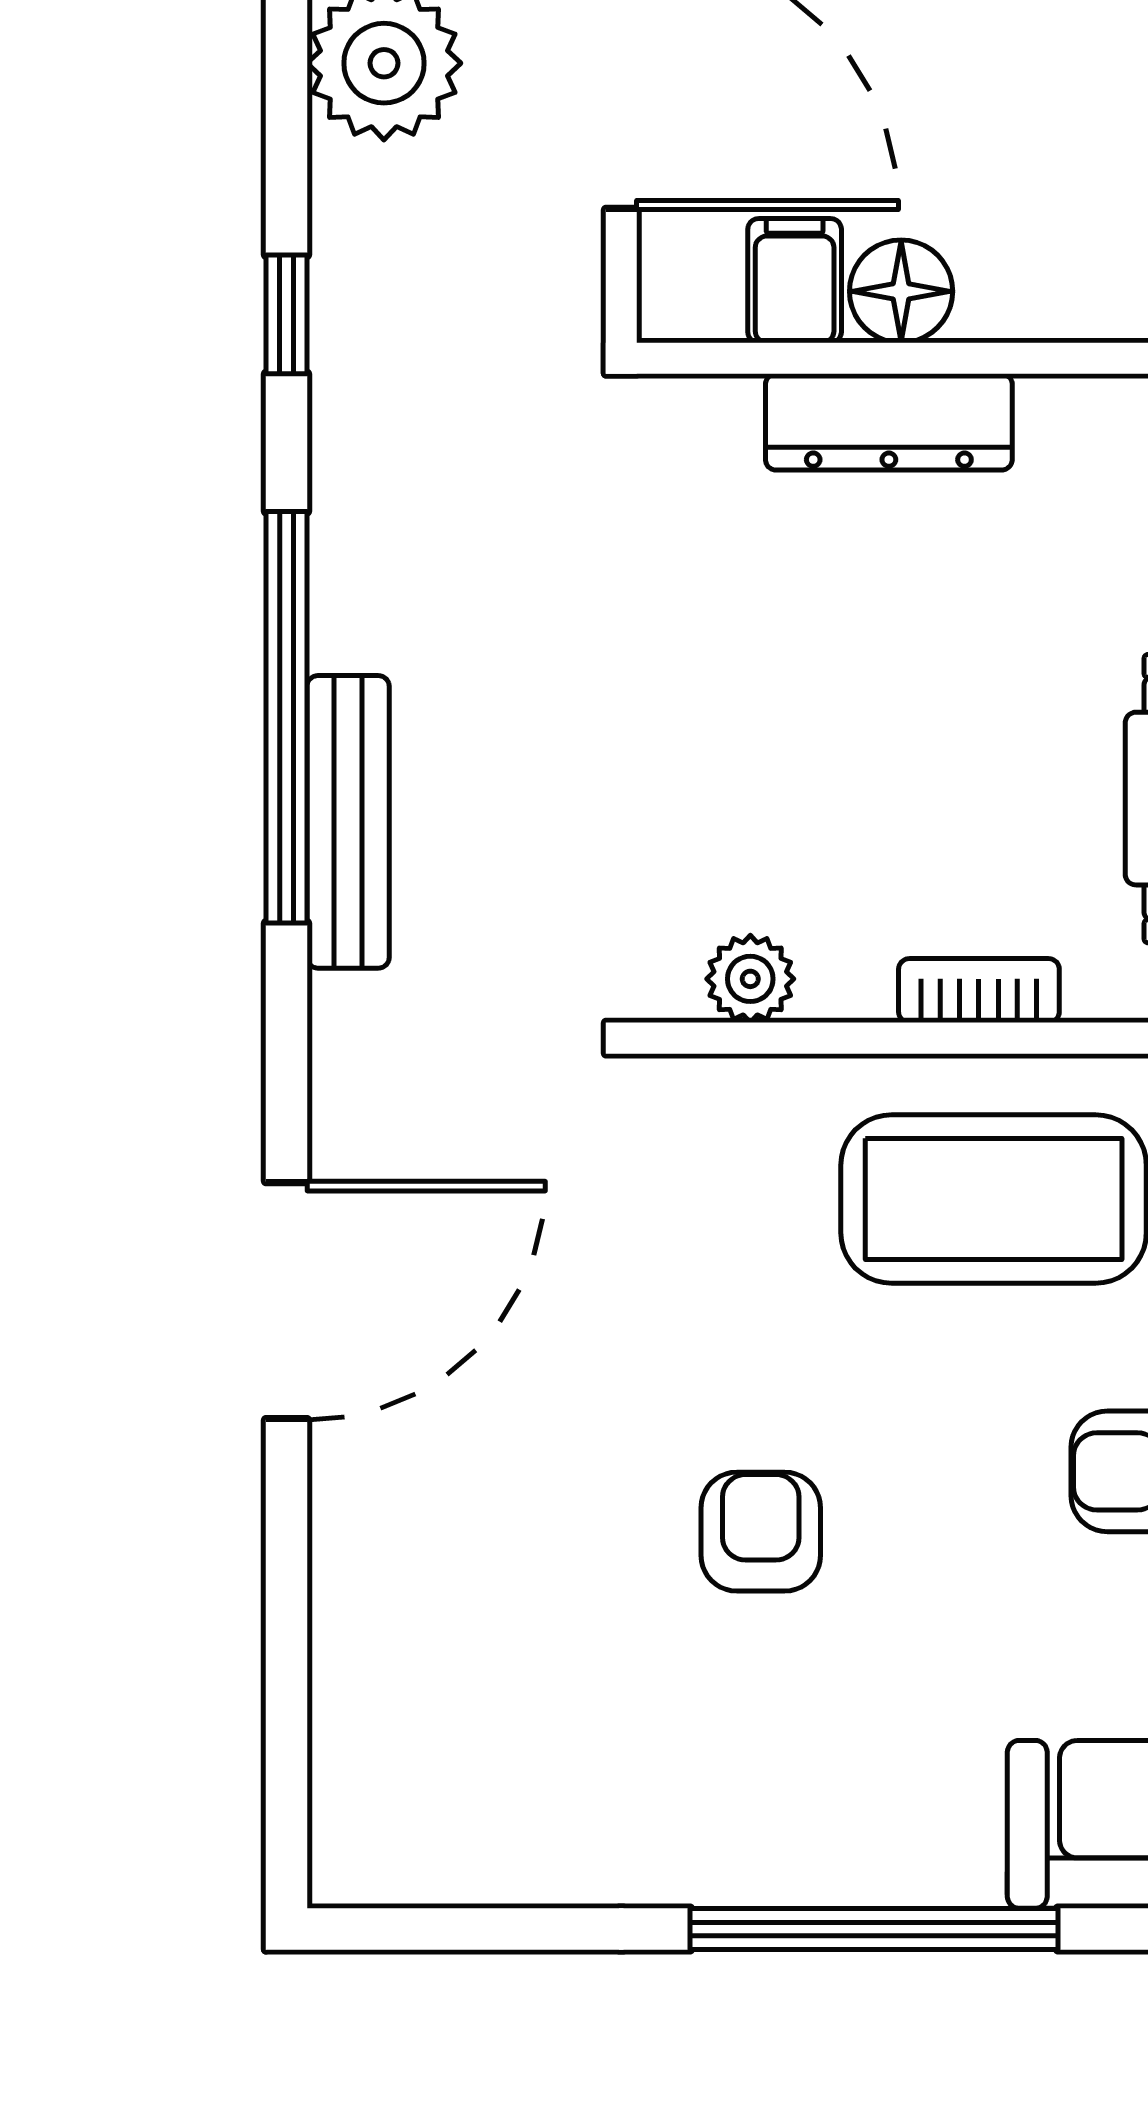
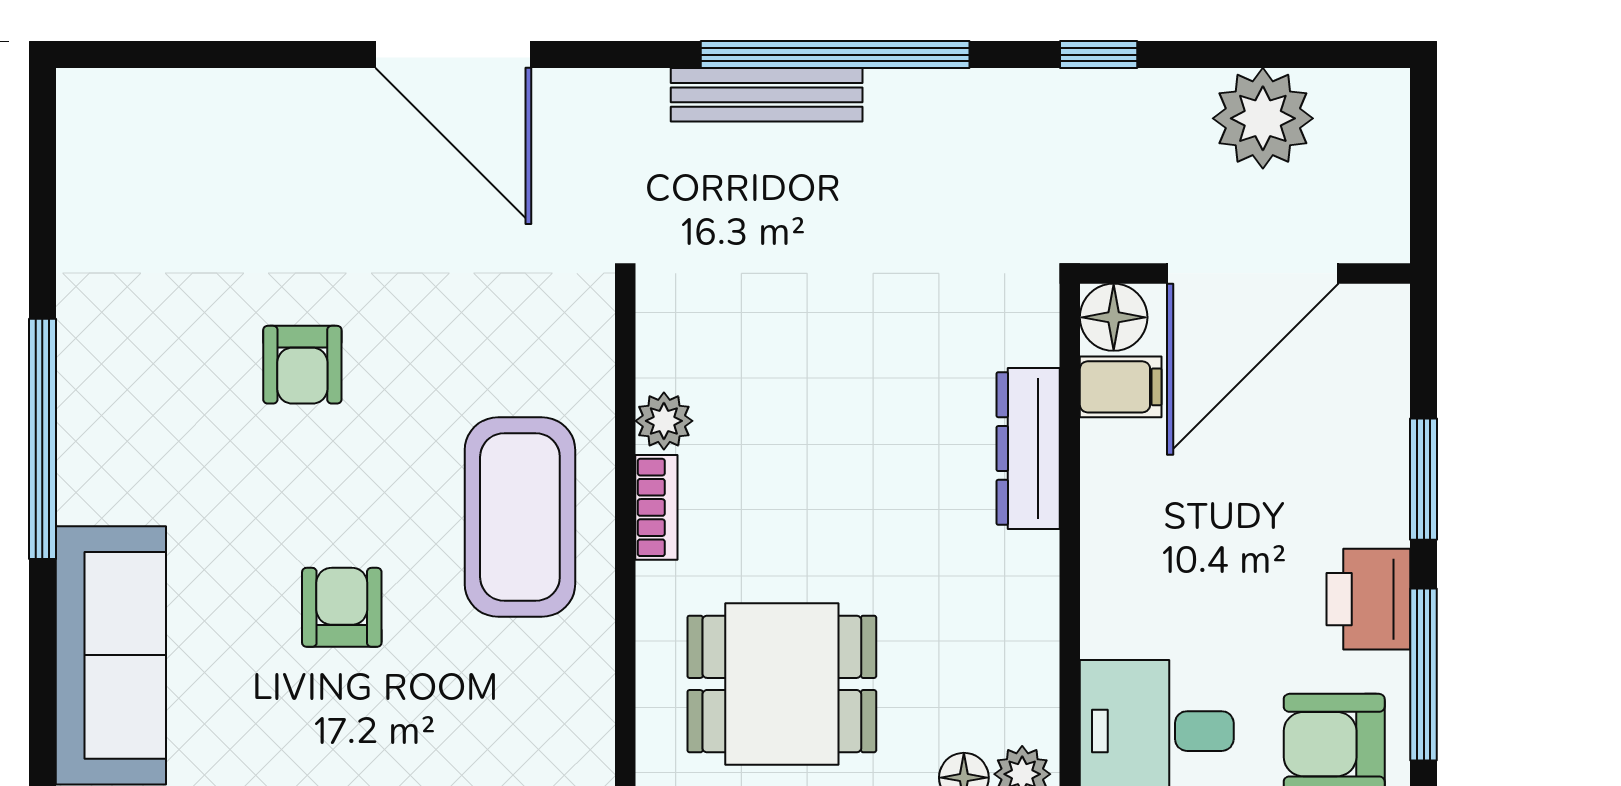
floor lamp: (901, 291) -> (1114, 317), moved
plant: (750, 979) -> (664, 421), moved
armchair: (761, 1532) -> (302, 365), turned 90

